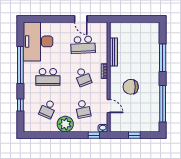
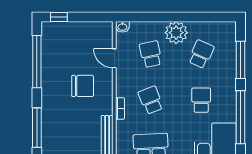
school desk: (48, 77) -> (201, 100), width x0.54
window: (20, 105) -> (240, 60), width x2.17
window: (94, 135) -> (135, 17), removed
window: (134, 135) -> (59, 17), moved

